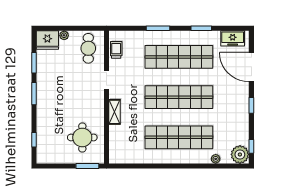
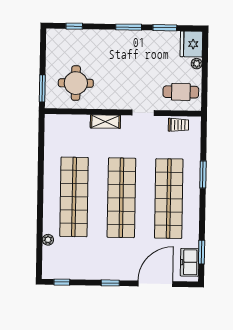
window: (201, 28) -> (202, 252), moved
plant: (240, 154) -> (53, 268), removed

